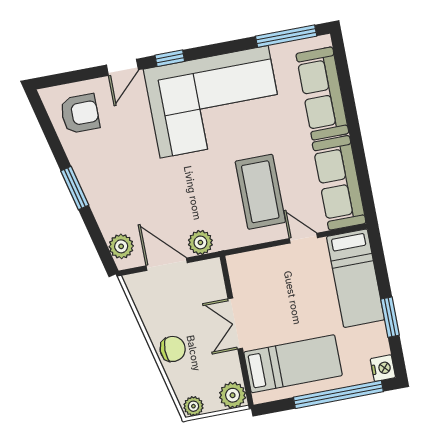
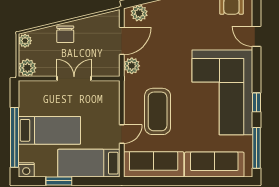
window: (170, 58) -> (257, 102), moved
coffee table: (260, 192) -> (158, 111), turned 90
bed: (293, 364) -> (49, 130), moved, turned -90

